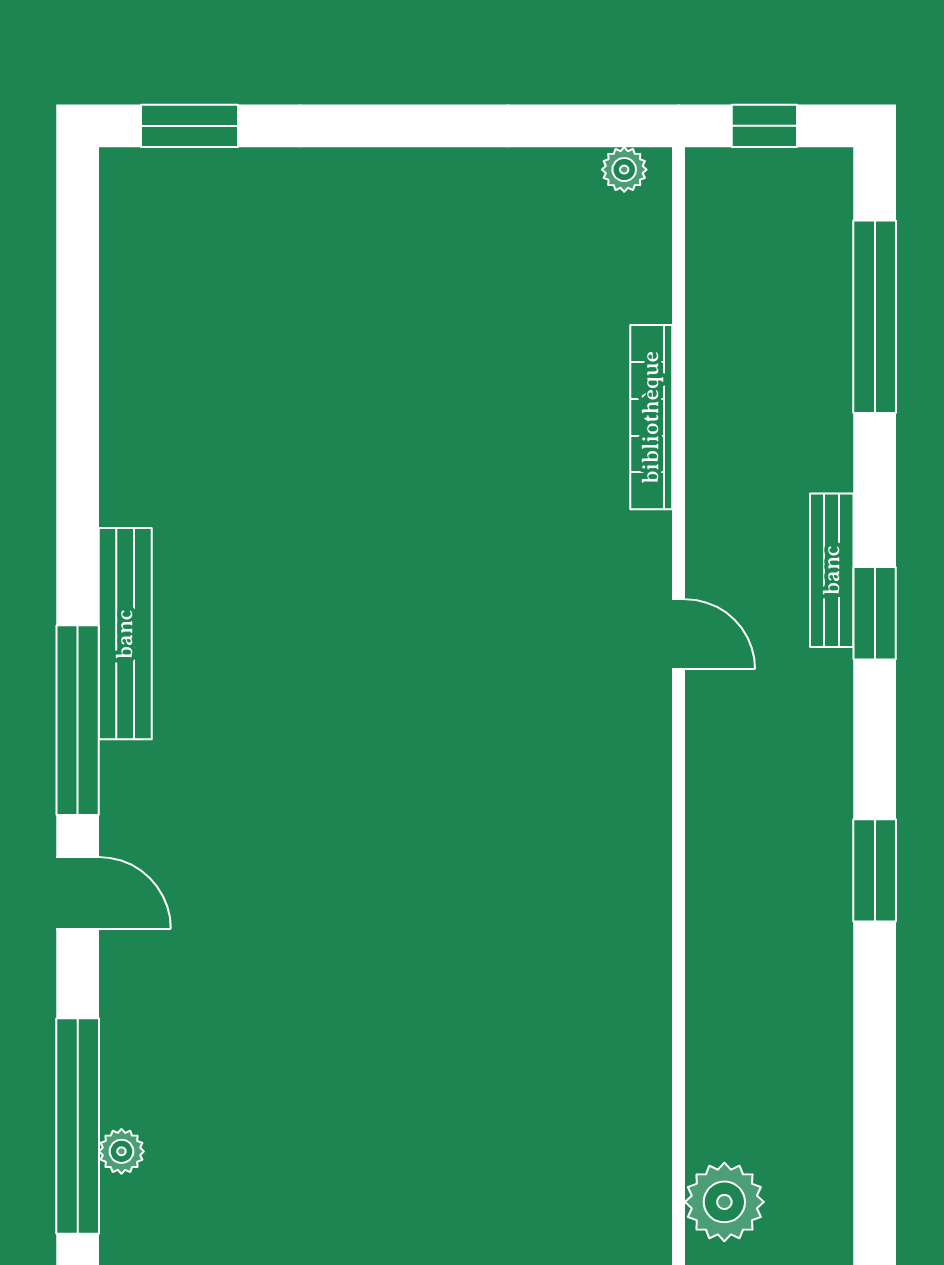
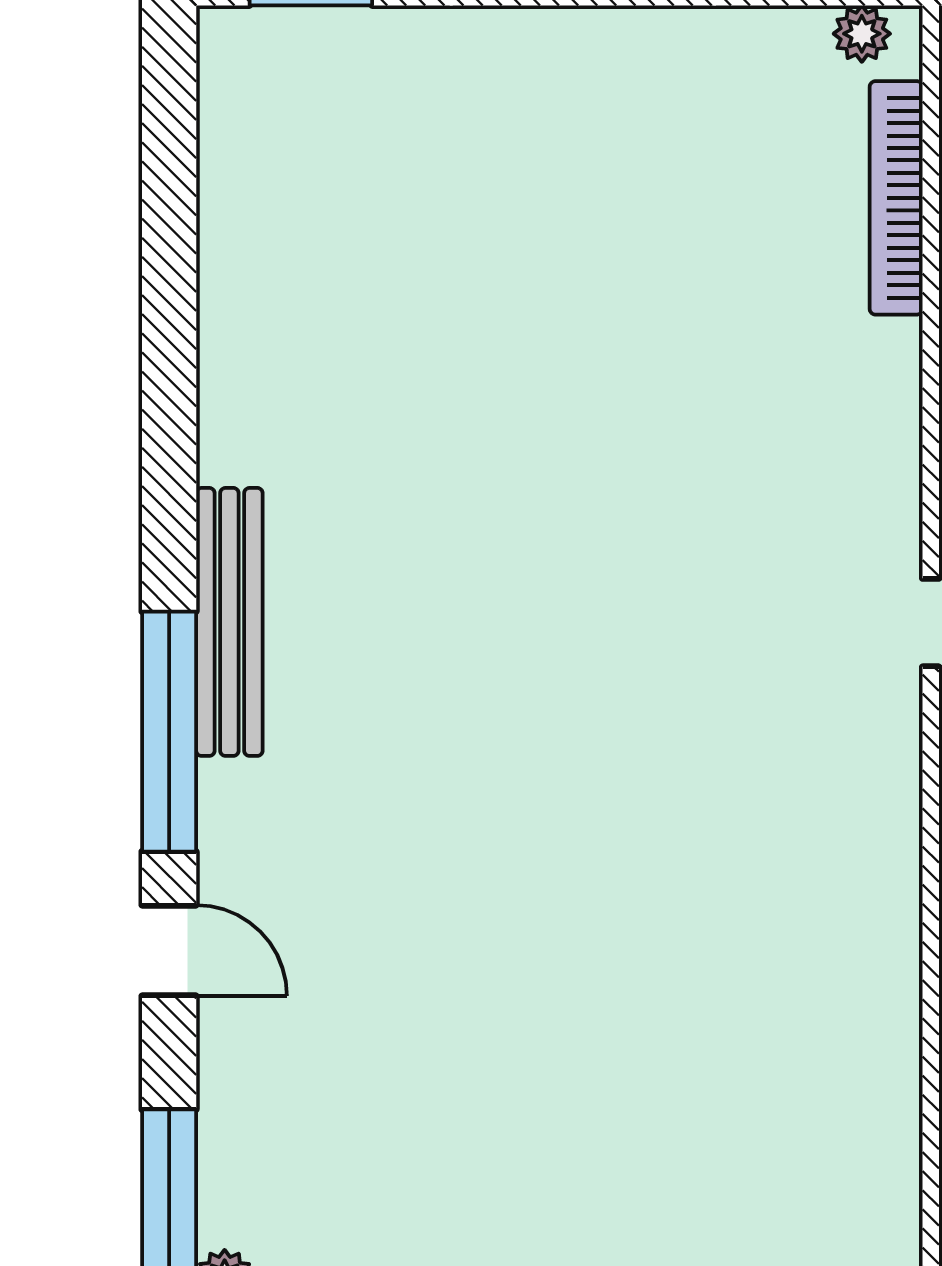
bookcase: (651, 417) -> (896, 198), moved

